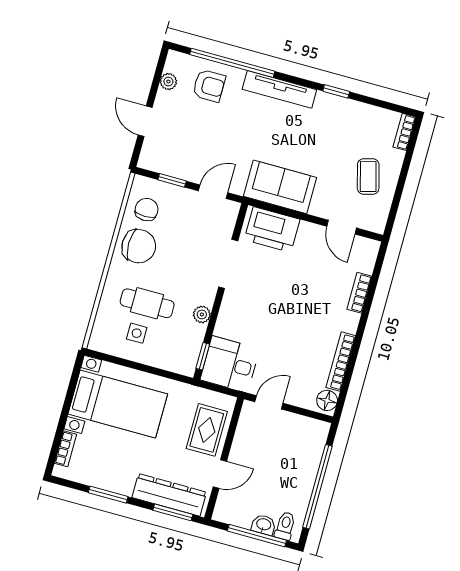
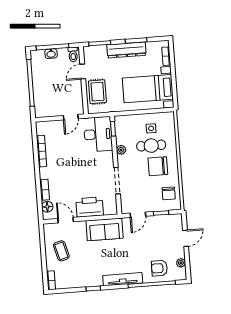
door: (145, 121) -> (186, 238), hinge flipped
printer: (272, 230) -> (90, 207), moved
chair: (139, 246) -> (158, 166), moved
desk: (230, 364) -> (98, 134), width x1.37
floor lamp: (327, 400) -> (47, 207), moved
dresser: (169, 495) -> (126, 50), moved
toilet: (285, 526) -> (73, 54), moved

